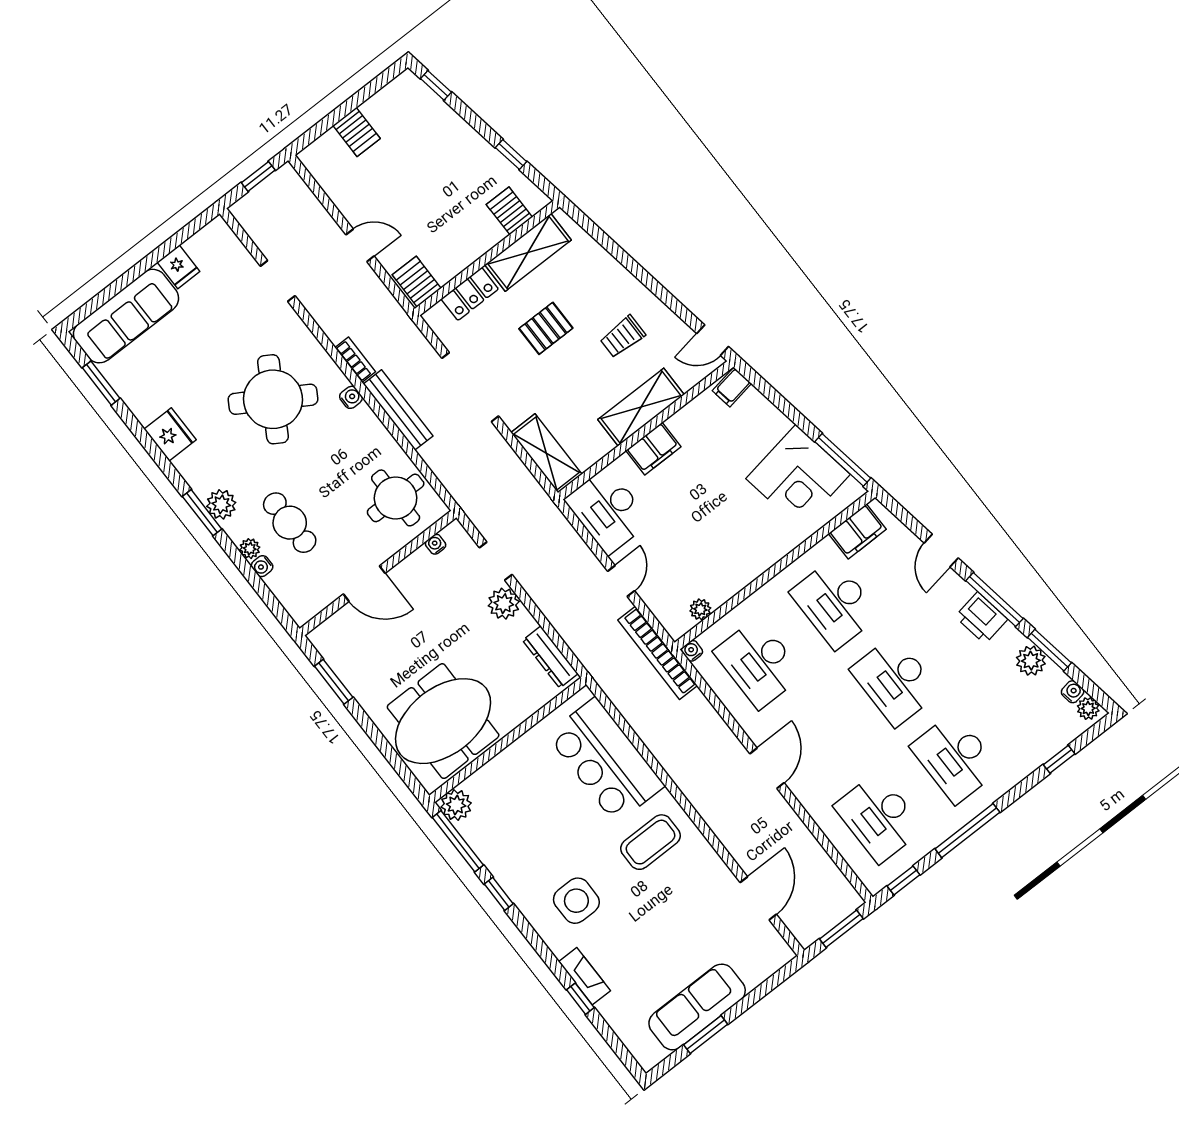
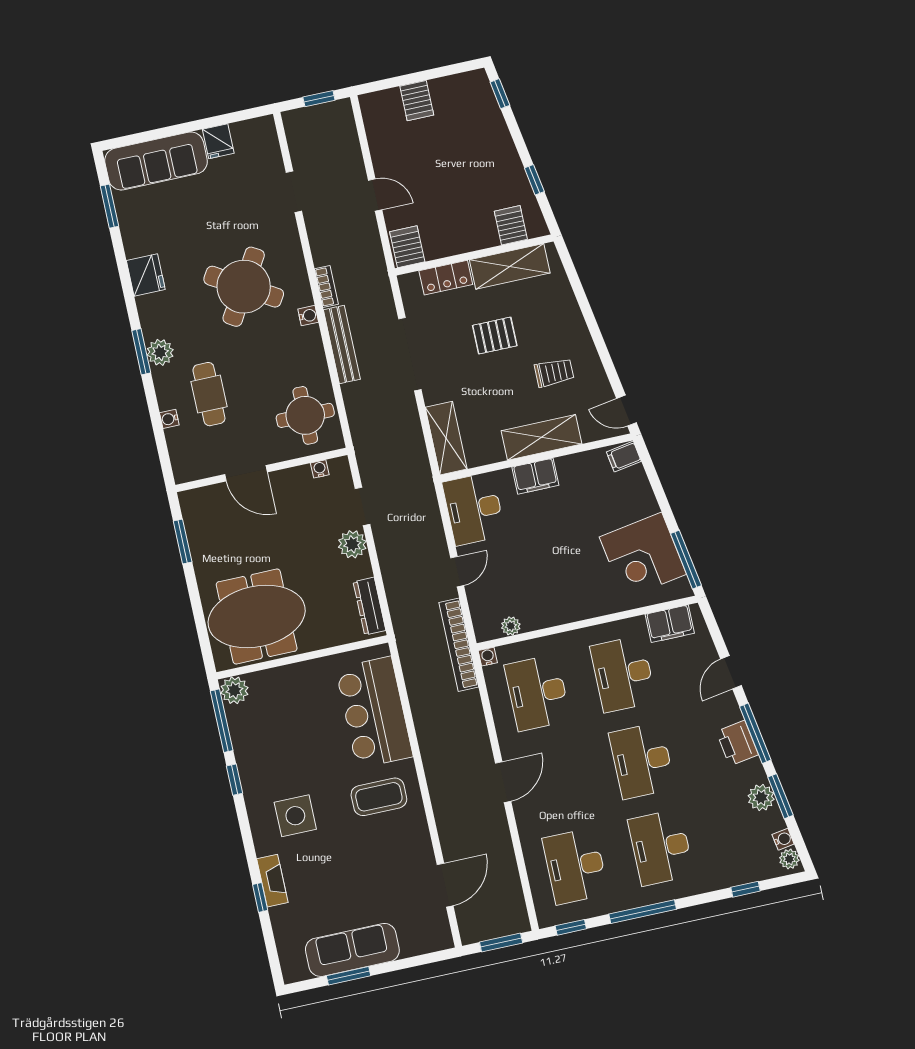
trolley: (623, 337) -> (554, 372), turned 180
plant: (250, 549) -> (166, 400), removed

